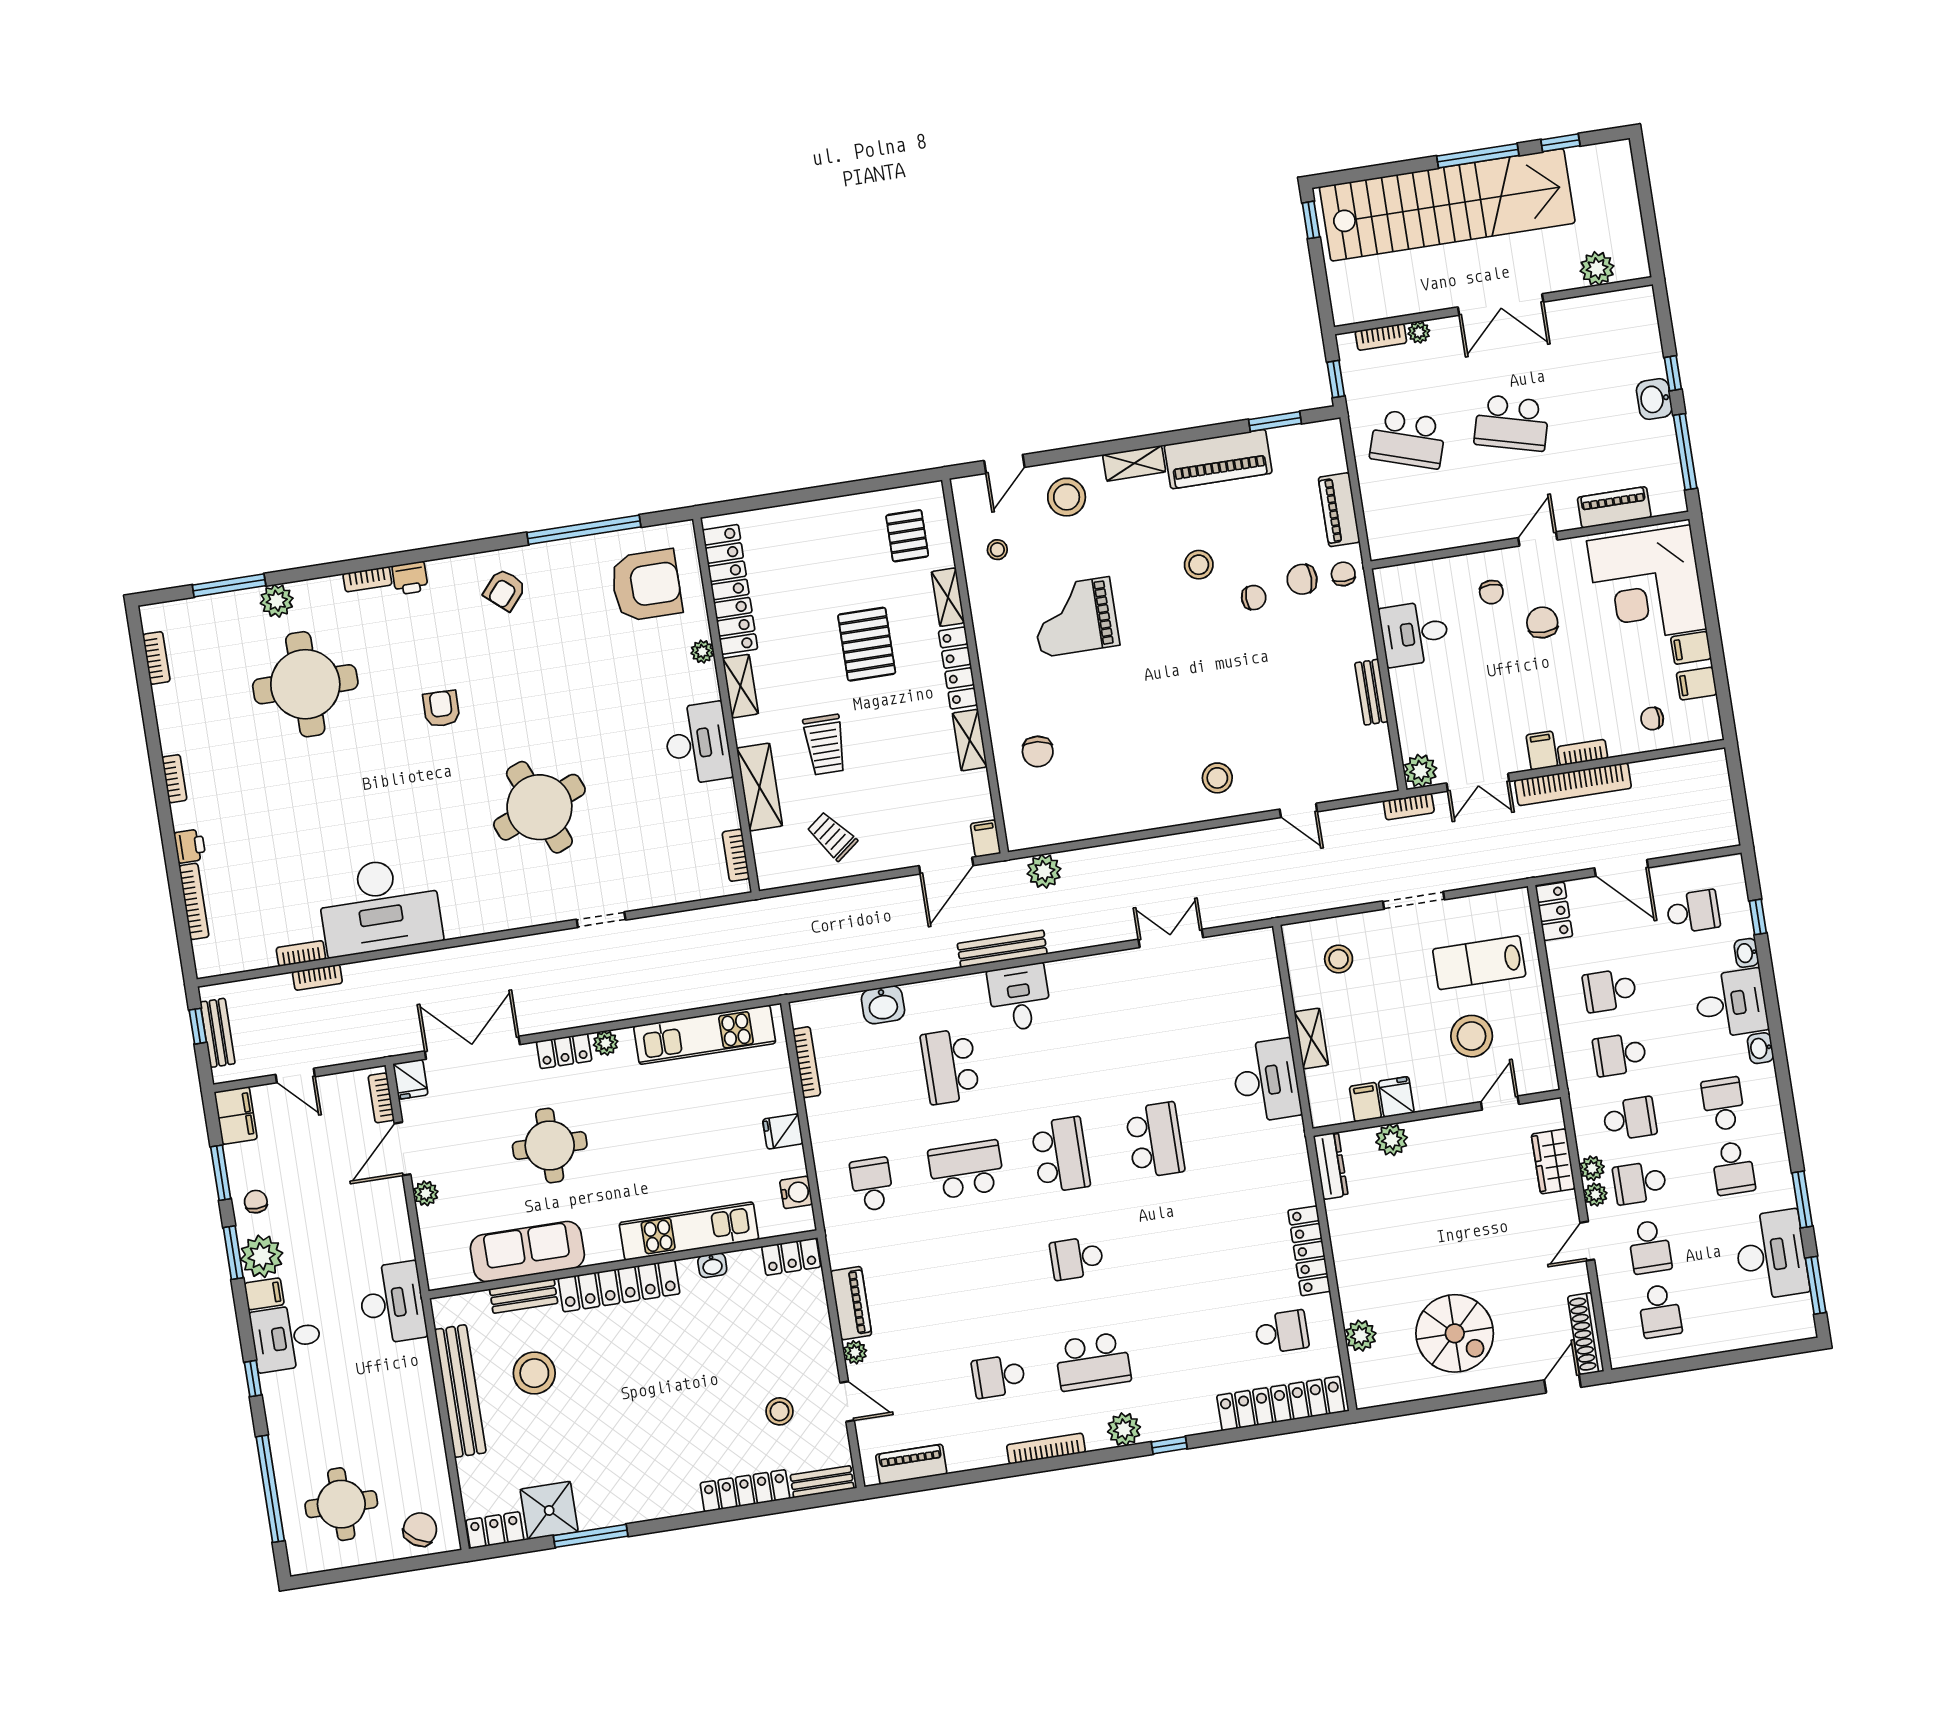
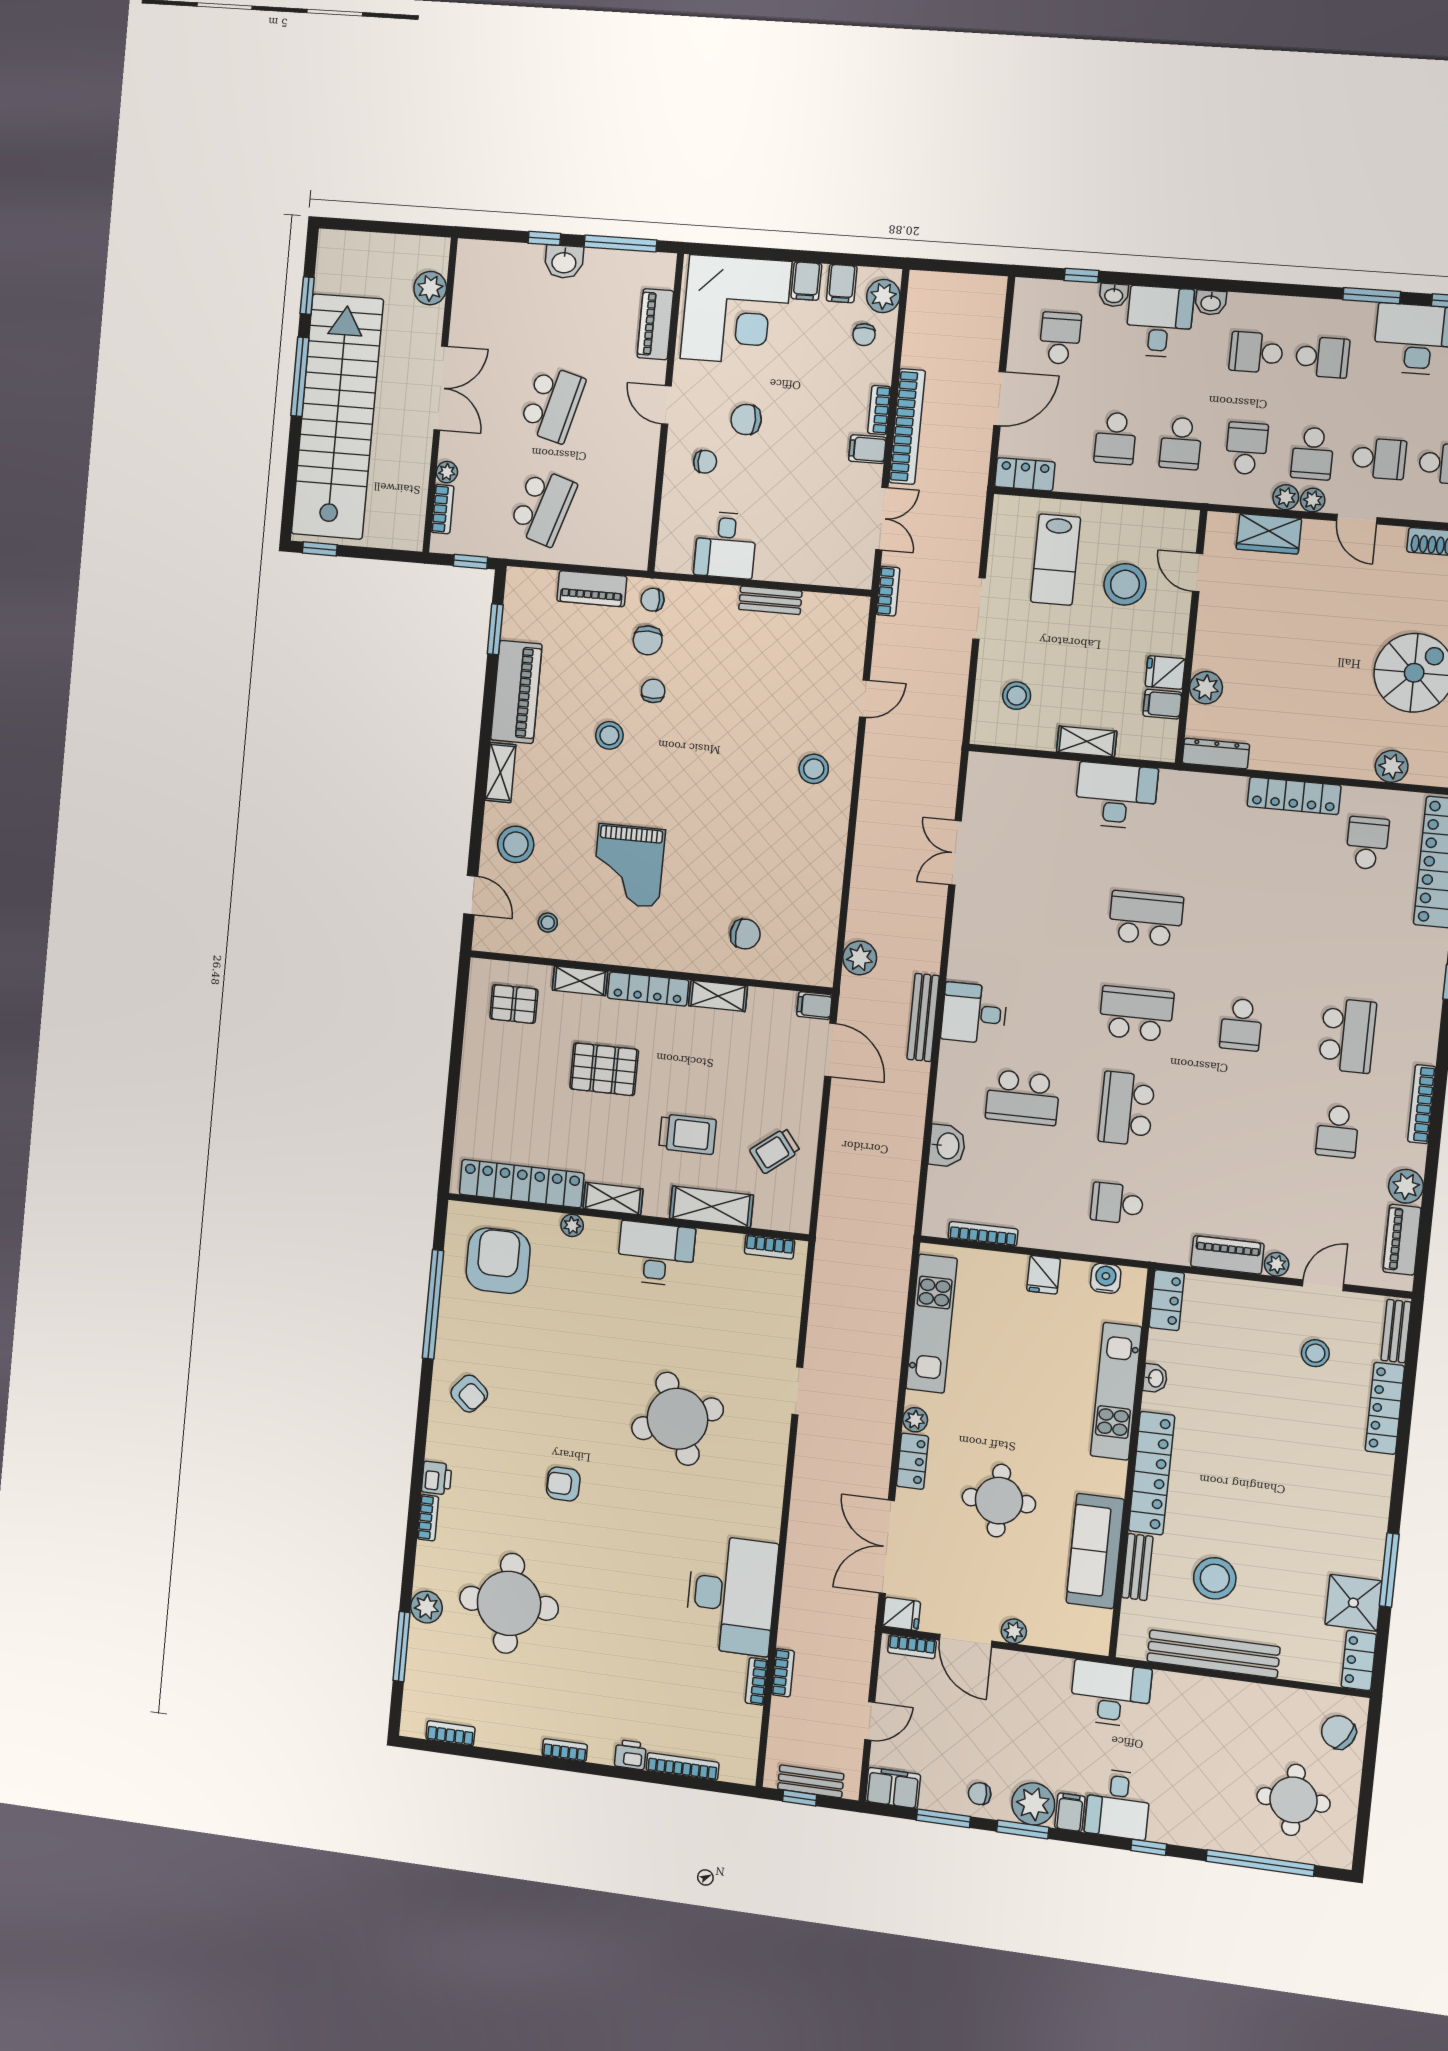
plant: (1420, 771) -> (883, 296), moved
plant: (1124, 1429) -> (1406, 1186), moved

